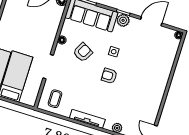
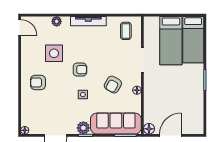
armchair: (152, 76) -> (38, 82), added
side table: (129, 99) -> (54, 53), added

